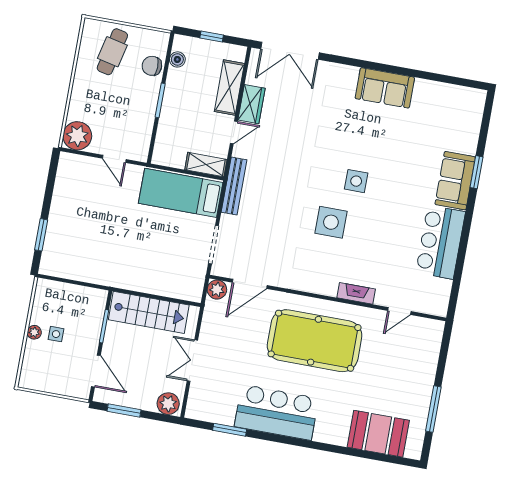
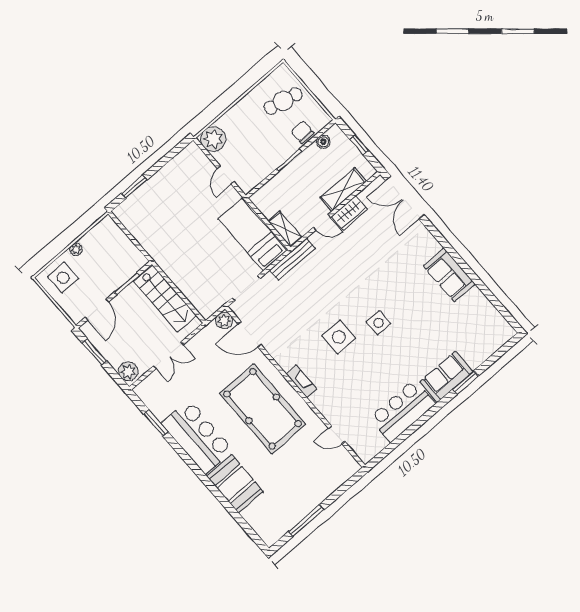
fireplace: (356, 293) -> (301, 381), moved
side table: (56, 334) -> (63, 278), moved, width x1.87, depth x1.87
double door: (192, 361) -> (168, 355), swing flipped
booth: (378, 434) -> (235, 484), moved

